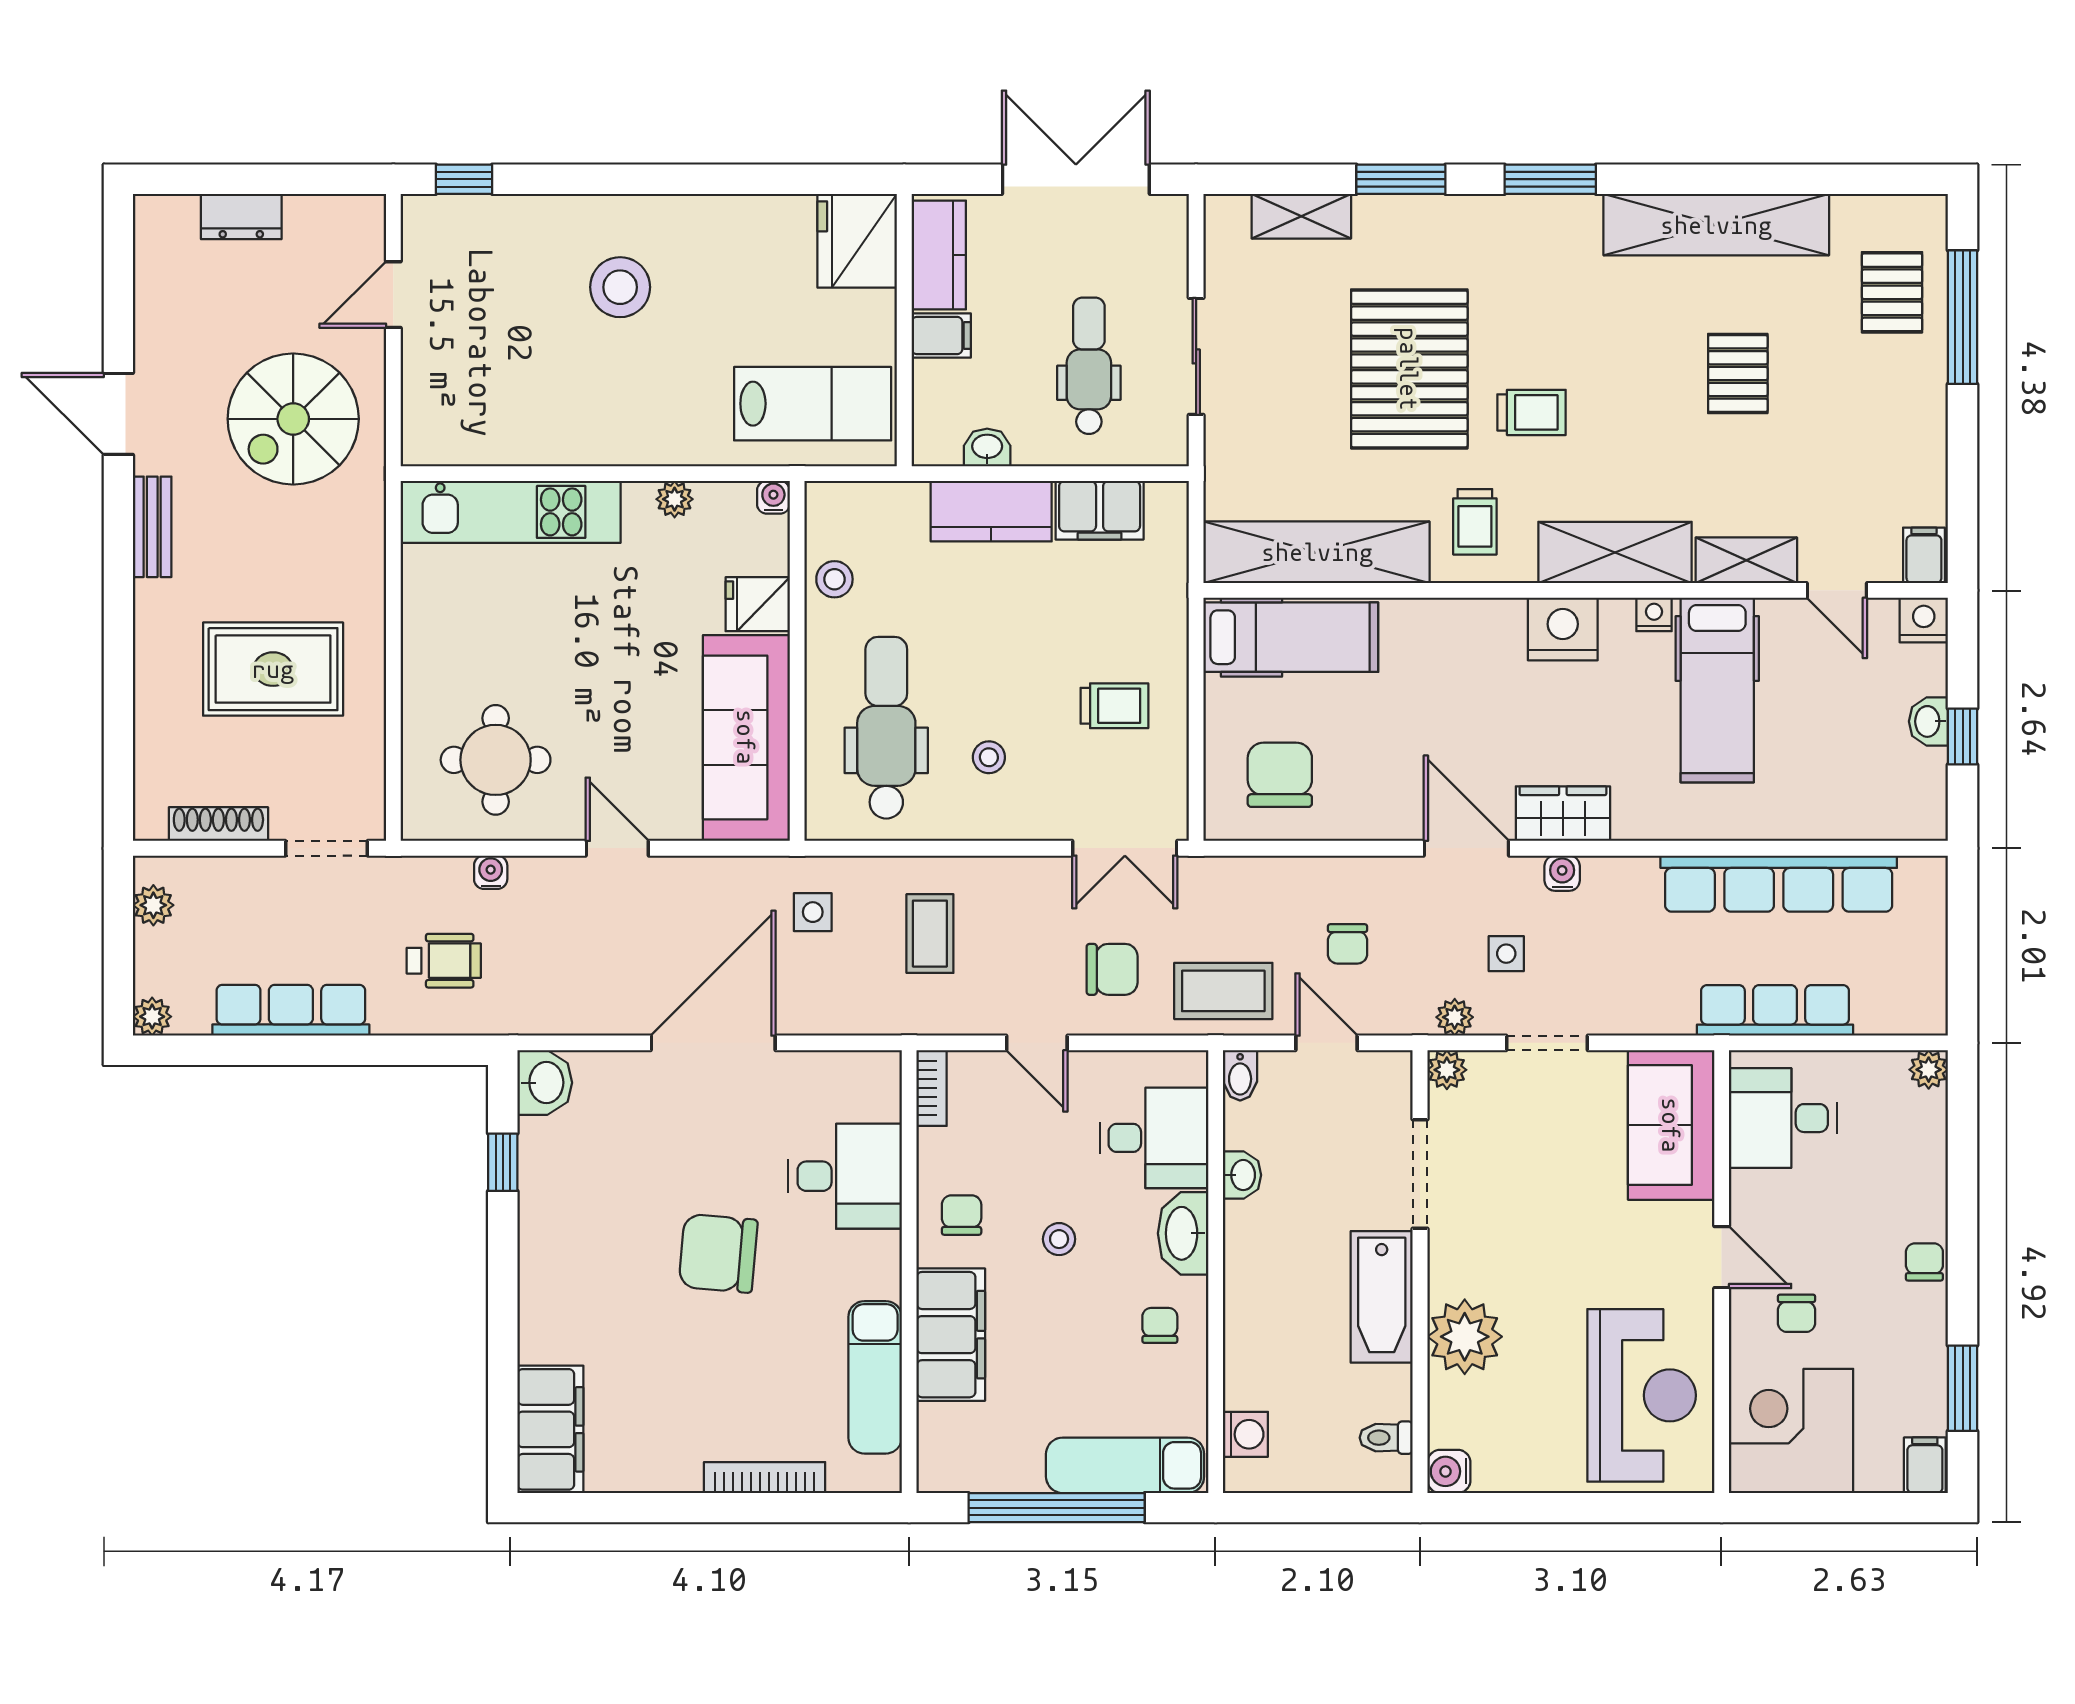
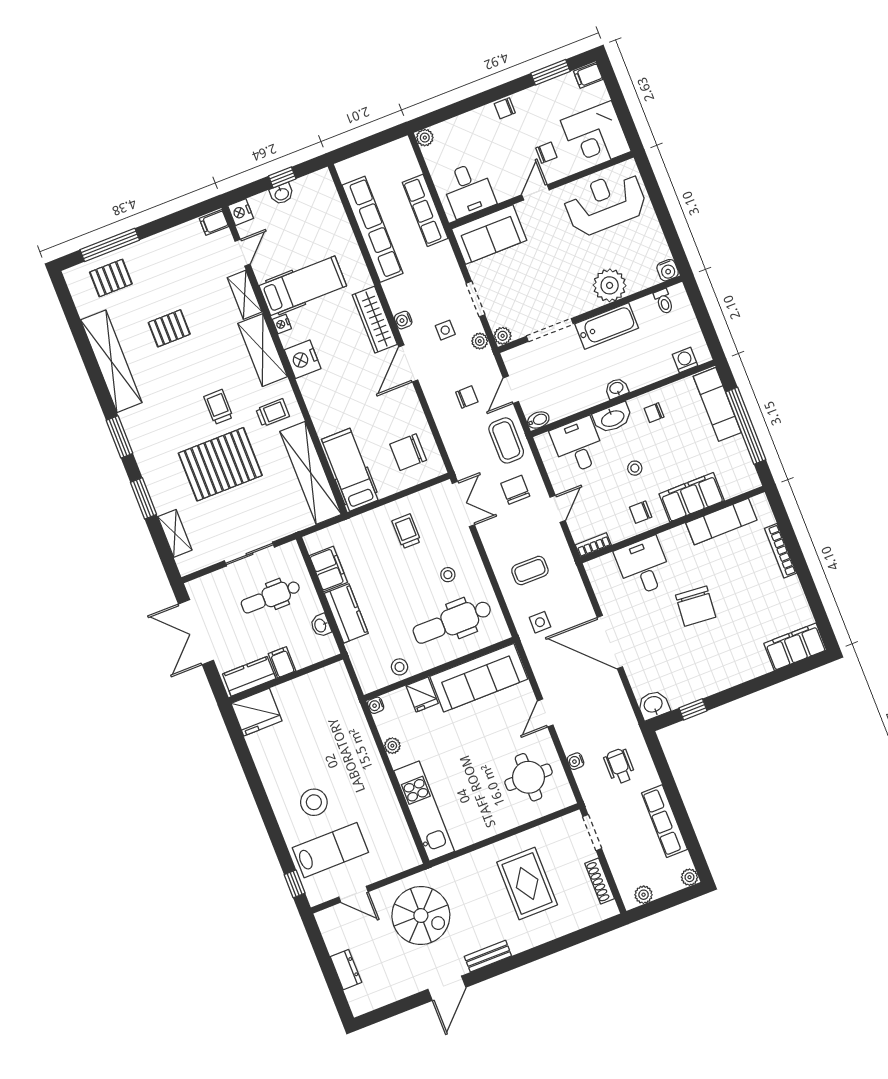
lab bench: (813, 404) -> (330, 850), moved, turned 90
wardrobe: (1563, 814) -> (375, 320), width x1.50
washbasin: (1242, 1175) -> (617, 388), moved

